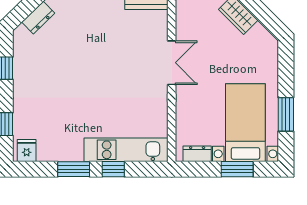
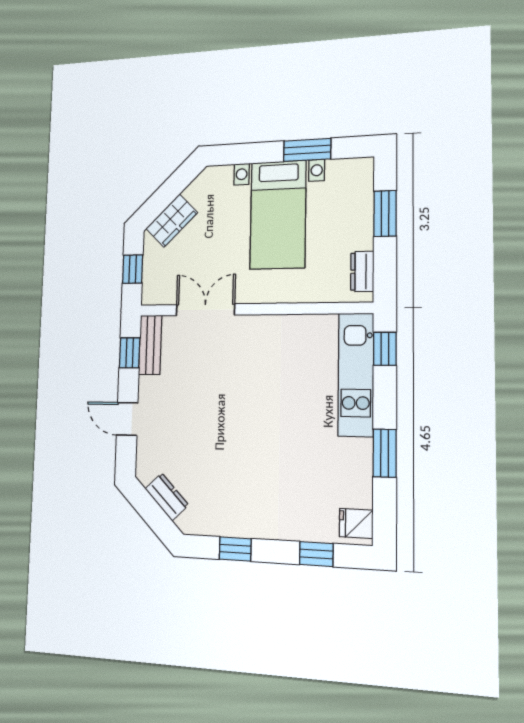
double door: (172, 63) -> (205, 310), moved
bed with nightstands: (245, 123) -> (278, 215), moved, turned -90
window: (113, 169) -> (385, 349), moved

